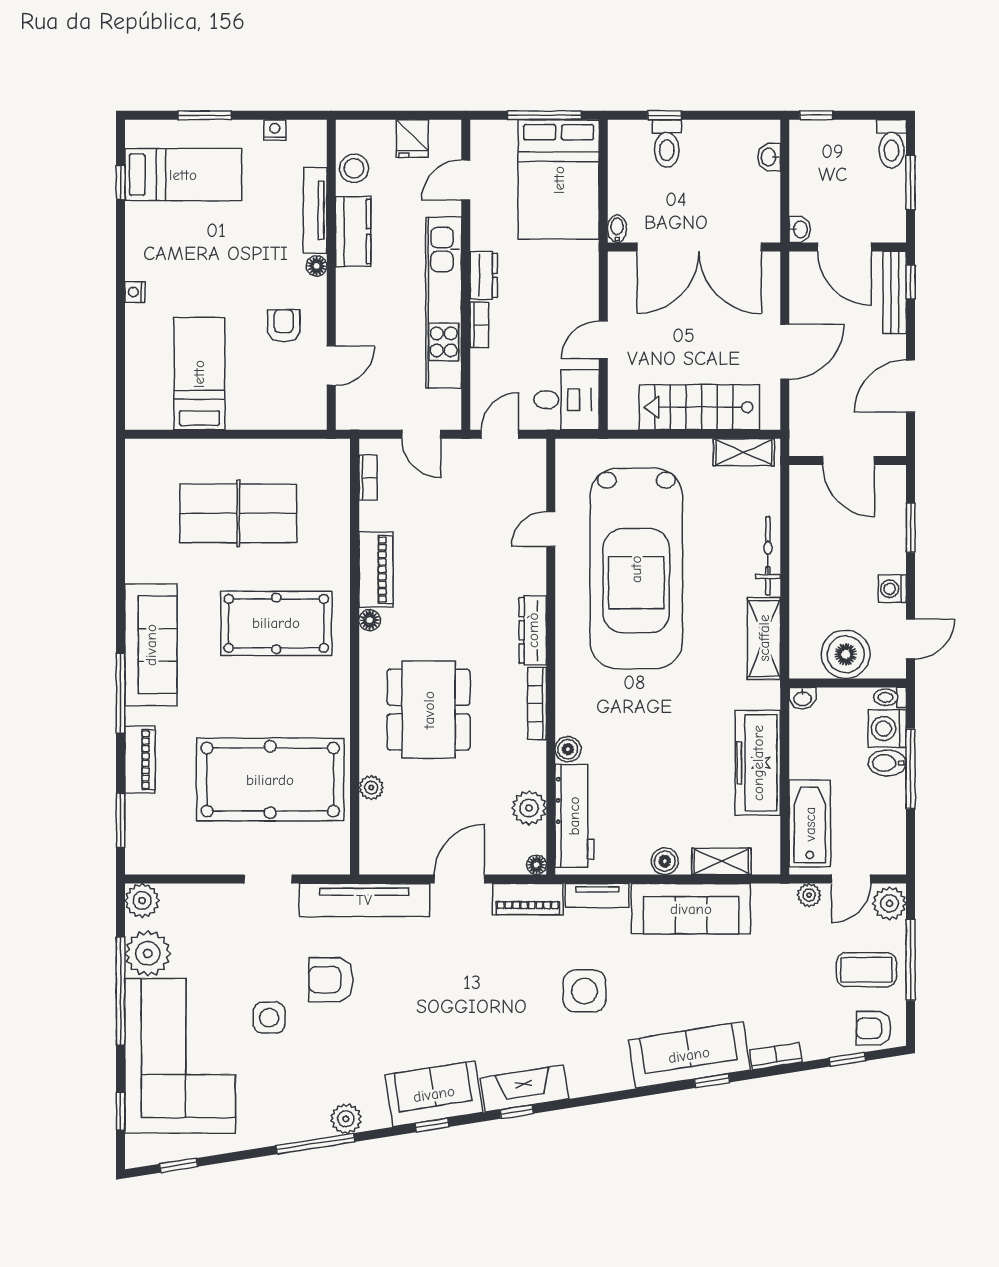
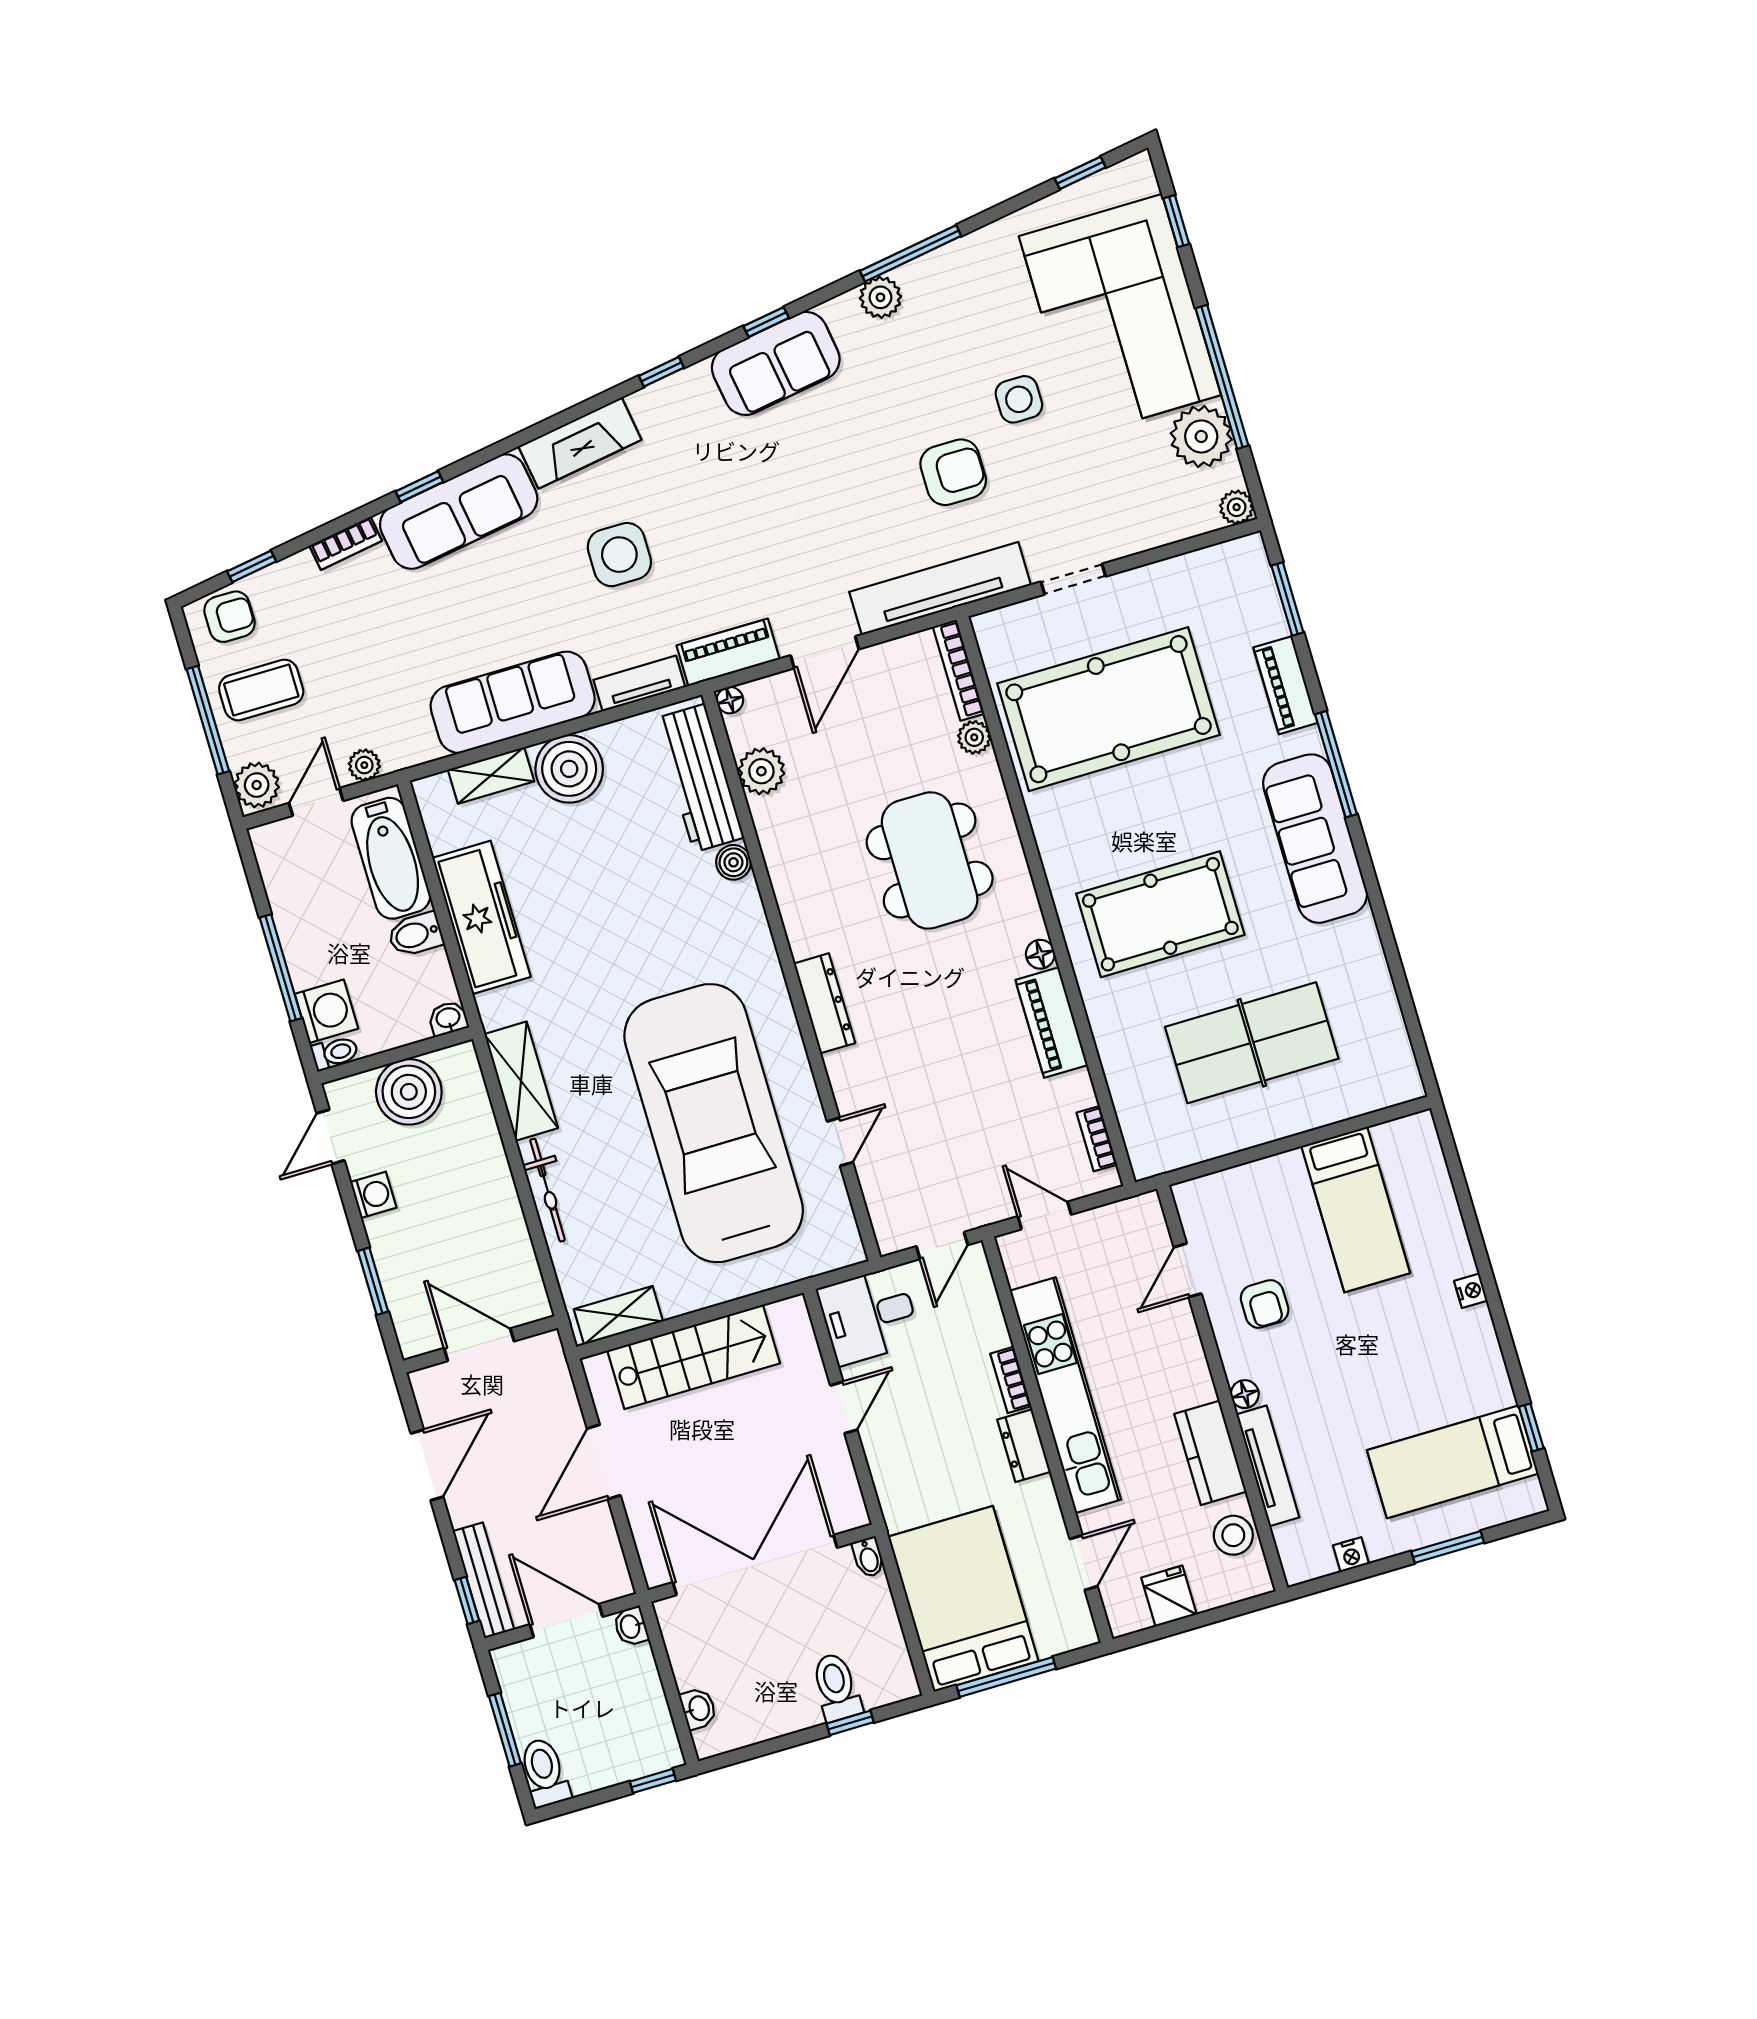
bookcase: (537, 704) -> (959, 670), moved, turned 180
bidet: (887, 763) -> (416, 934), moved, turned 180
boiler: (665, 861) -> (569, 769), width x1.86, depth x1.86
plant: (142, 901) -> (1237, 507), width x0.73, depth x0.73
fireplace: (524, 1088) -> (580, 443), moved

